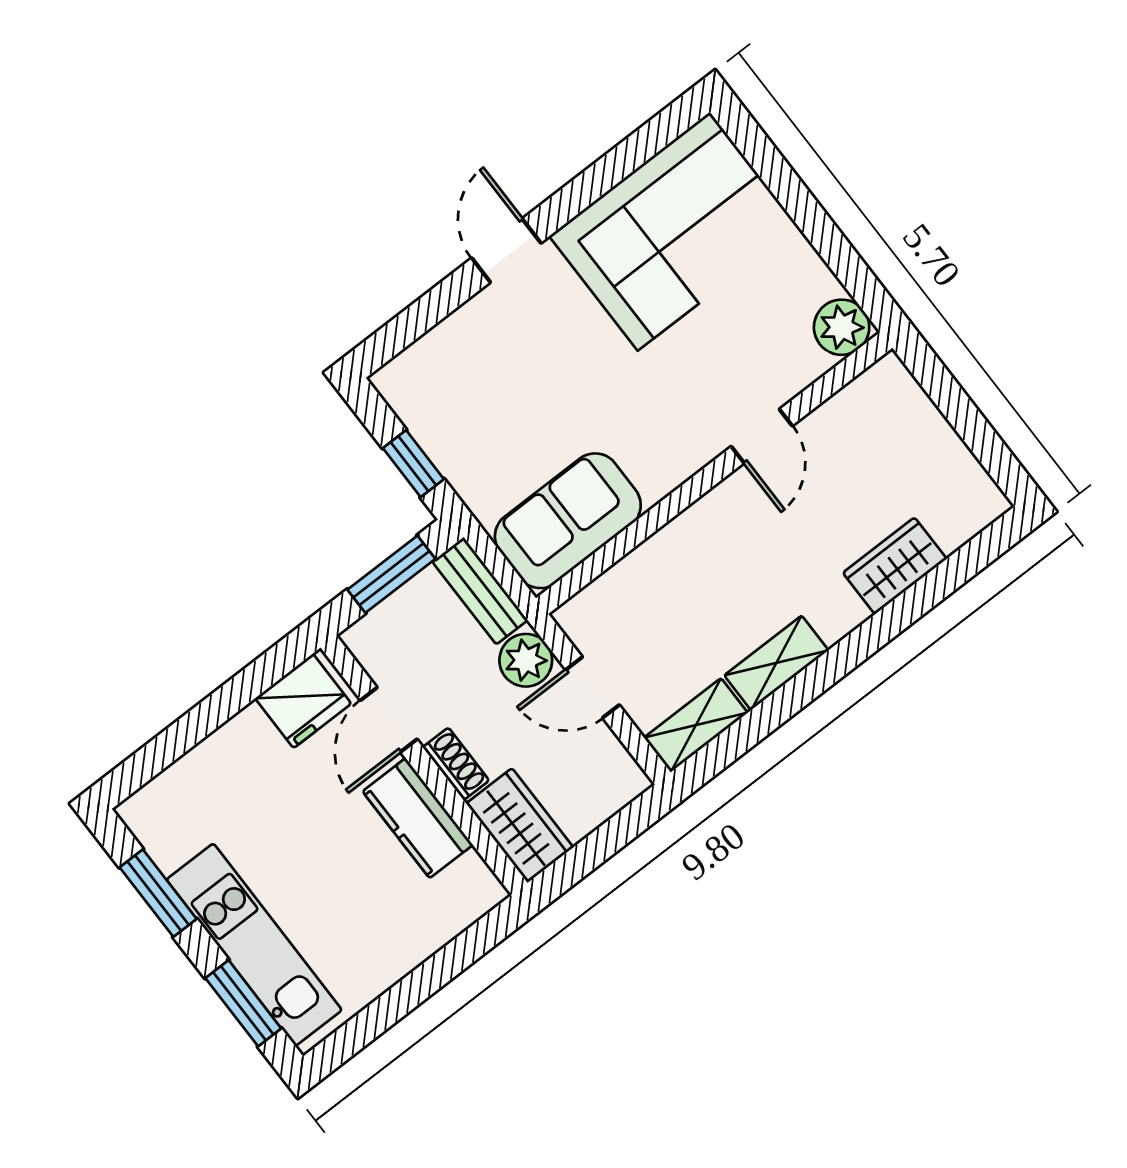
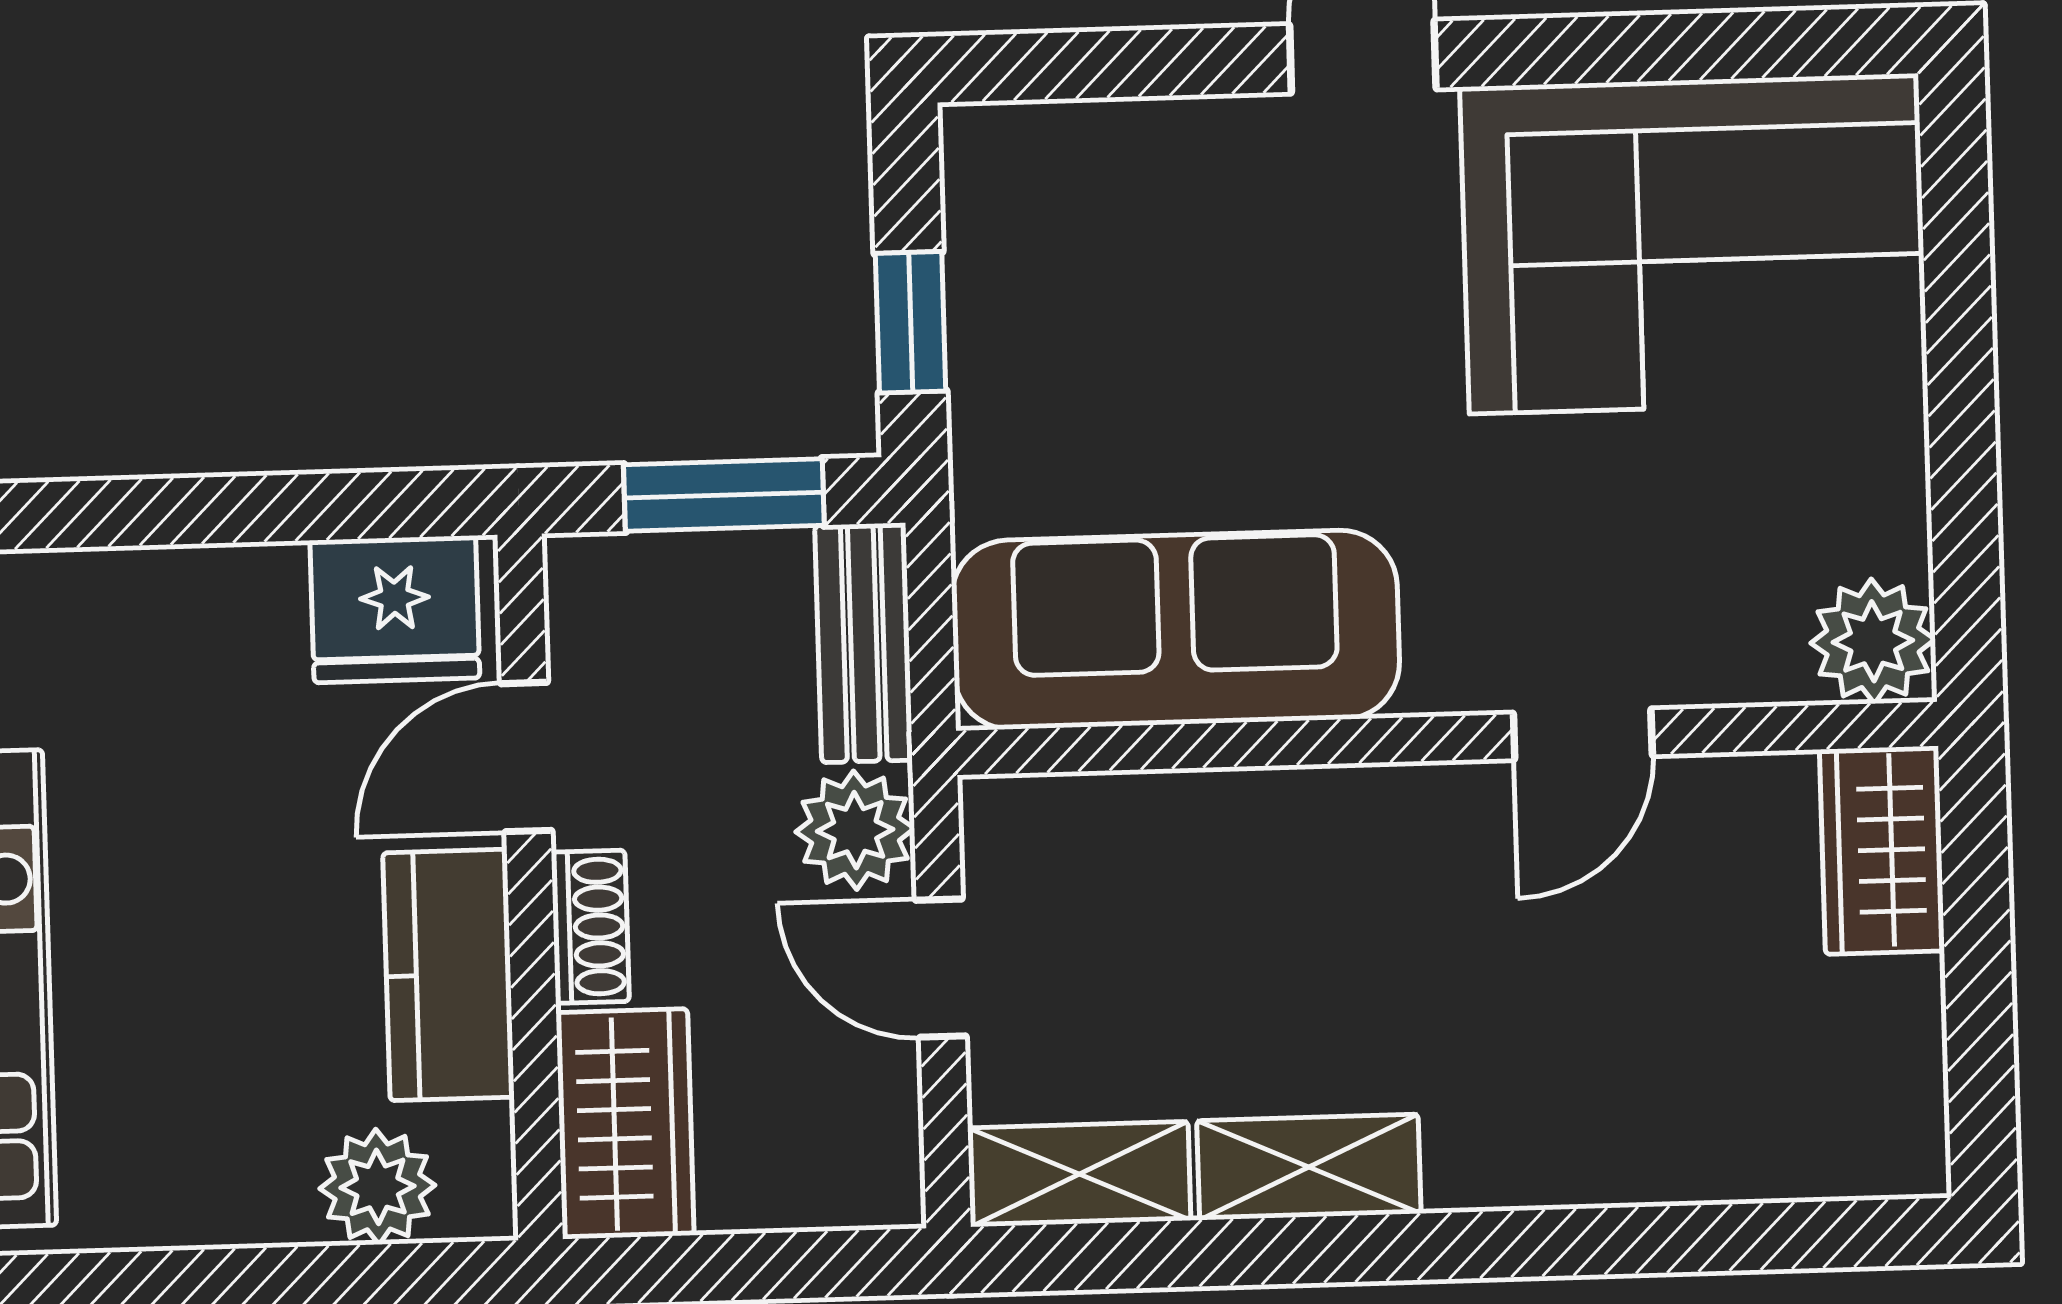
sofa: (568, 521) -> (1176, 630), width x1.36
wardrobe: (895, 566) -> (1882, 850), moved, turned -90
plant: (447, 913) -> (377, 1187), added

